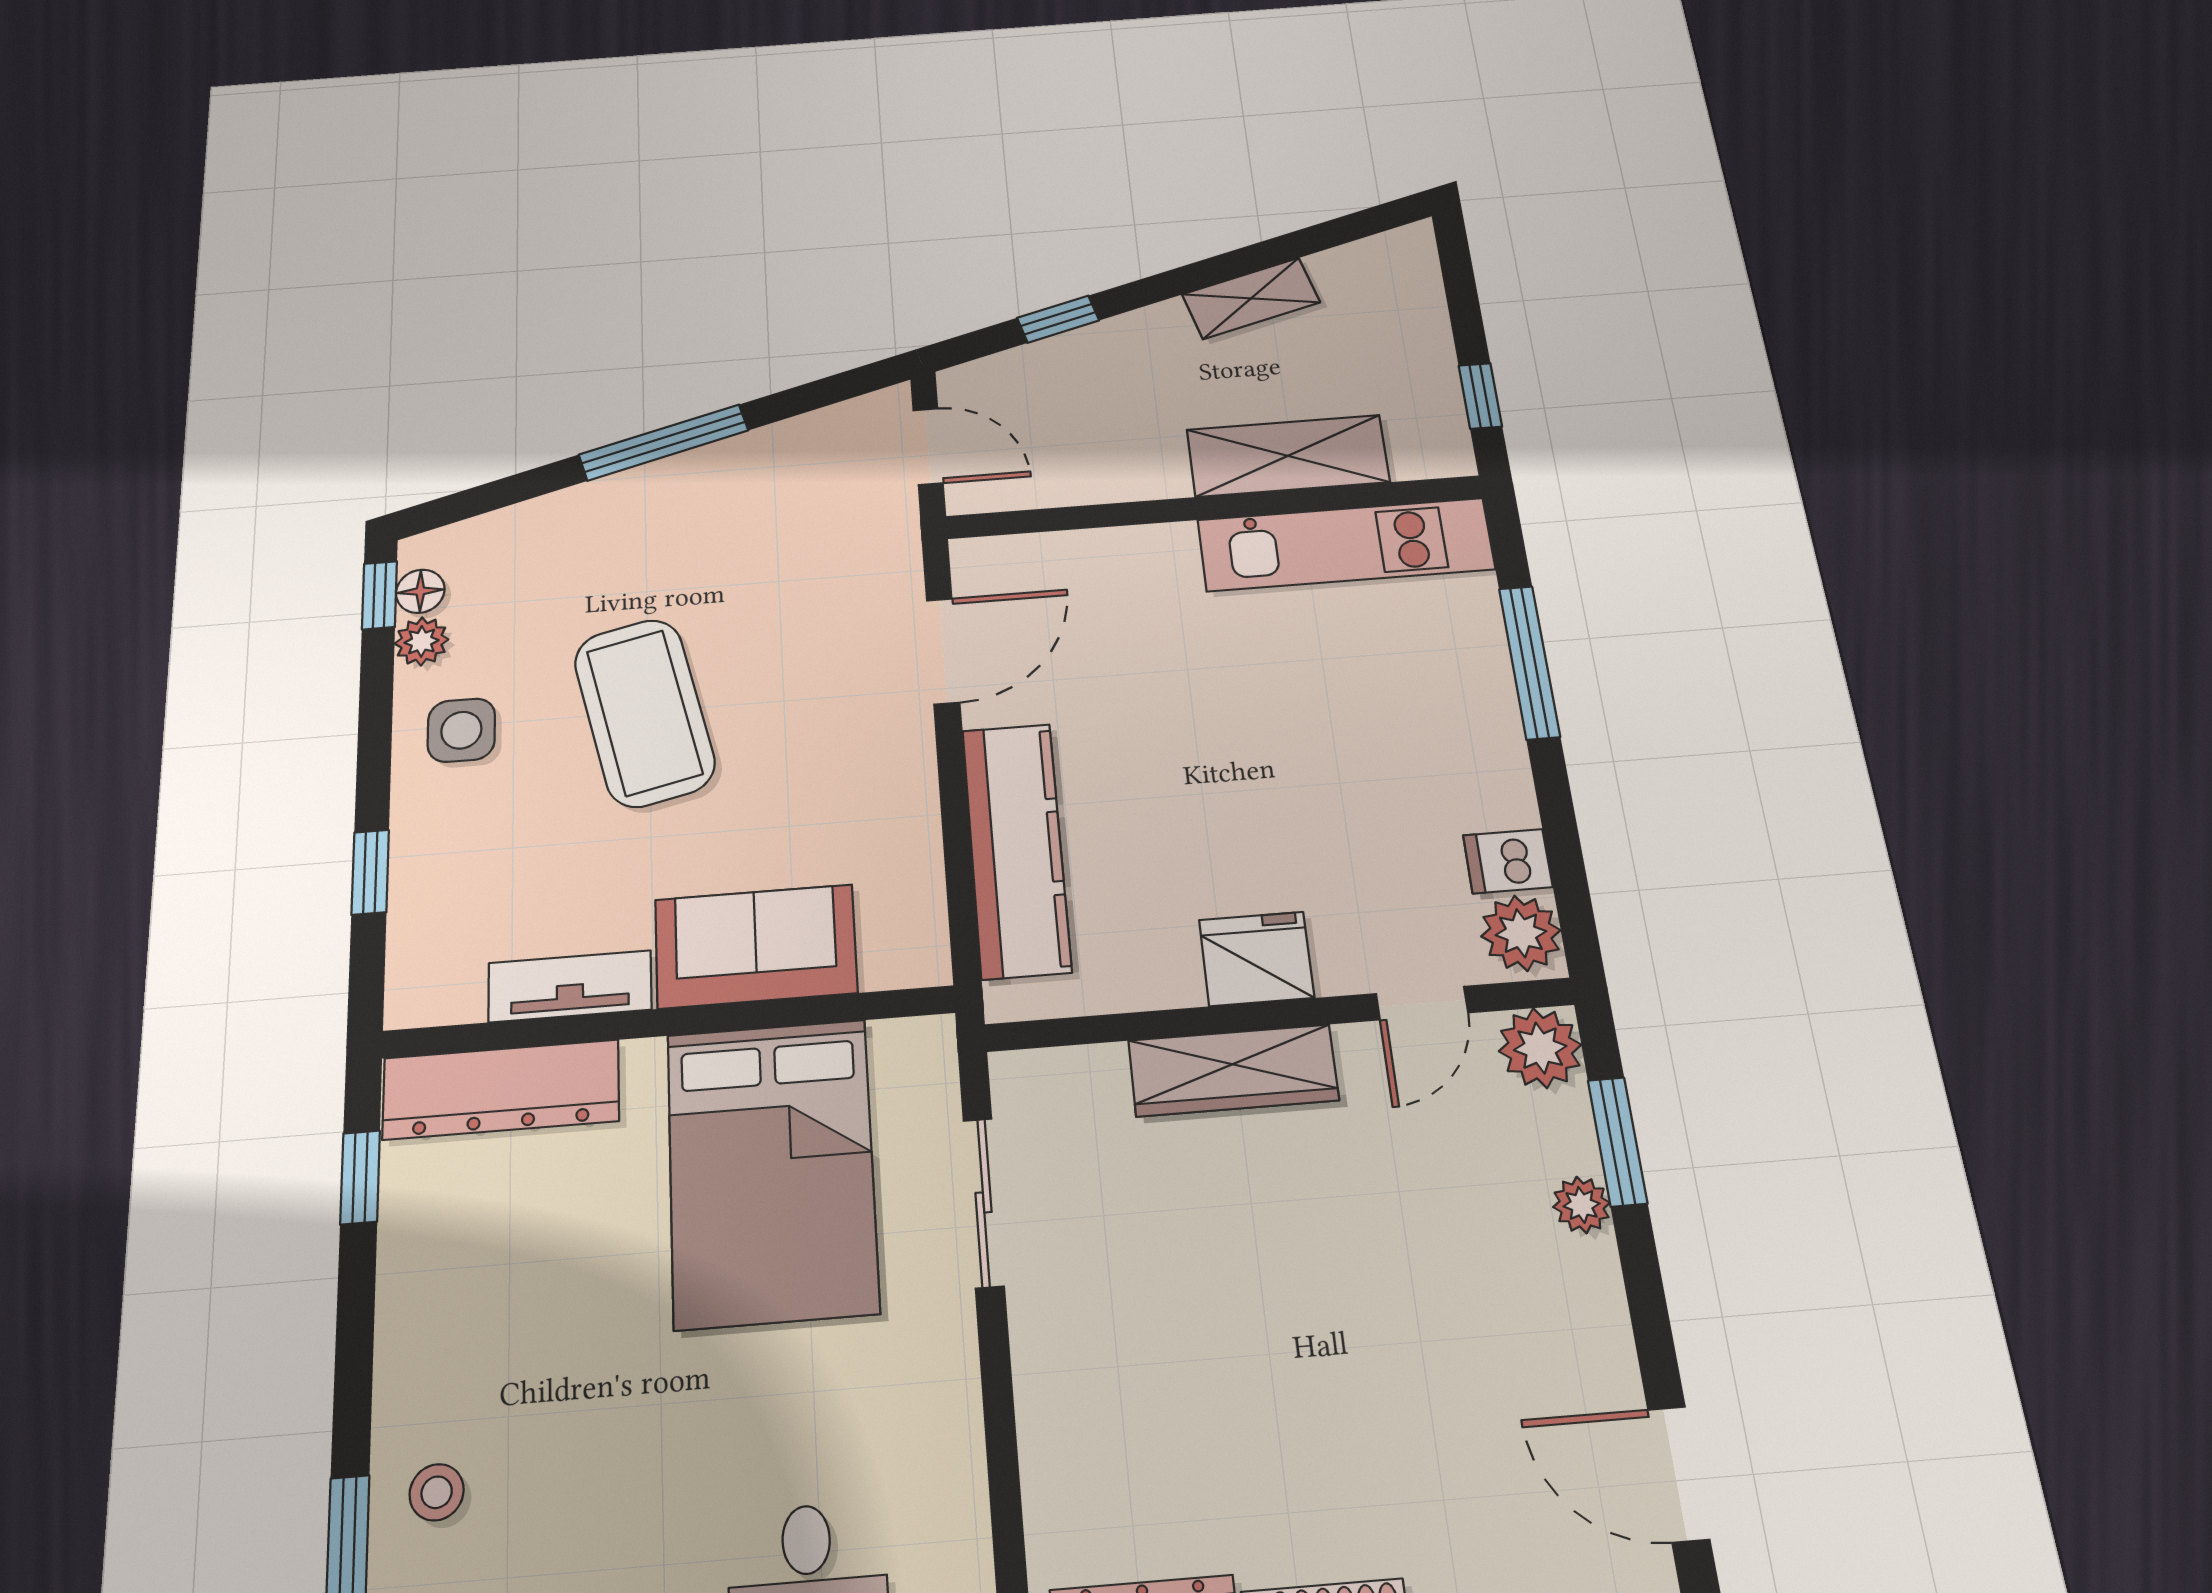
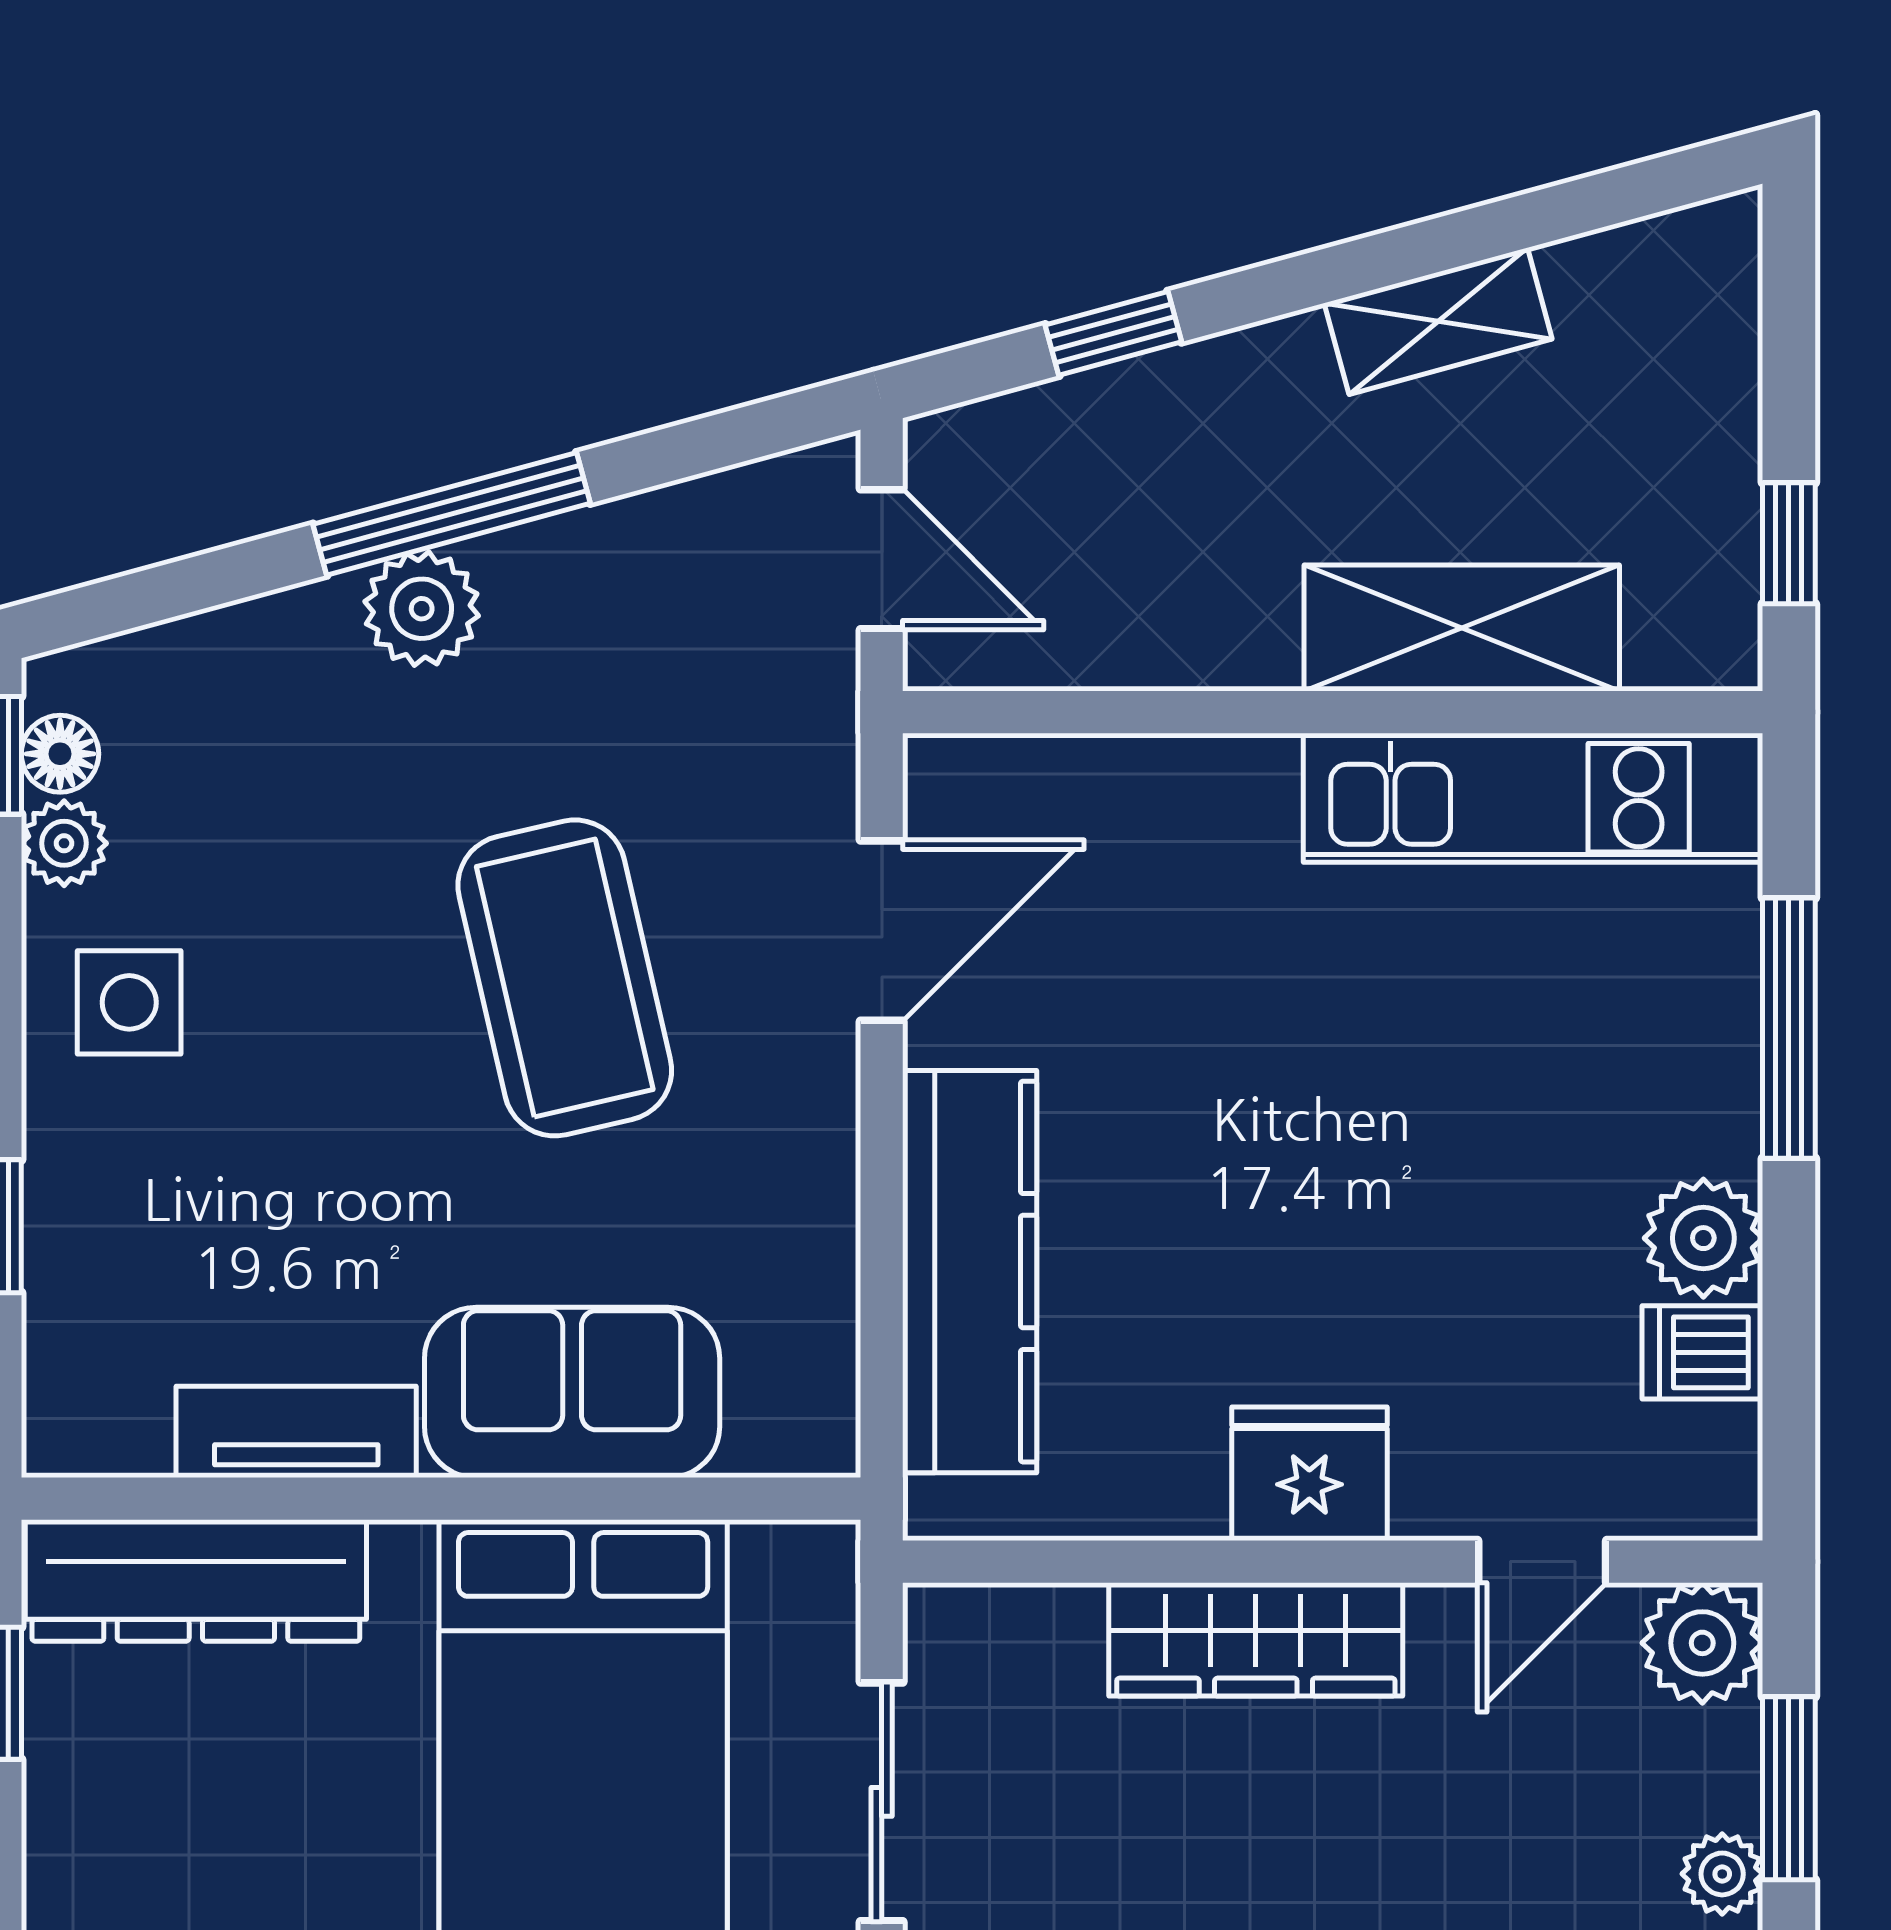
plant: (646, 494) -> (422, 609), added
coffee table: (644, 712) -> (565, 978), moved
plant: (1521, 933) -> (1703, 1238), moved

